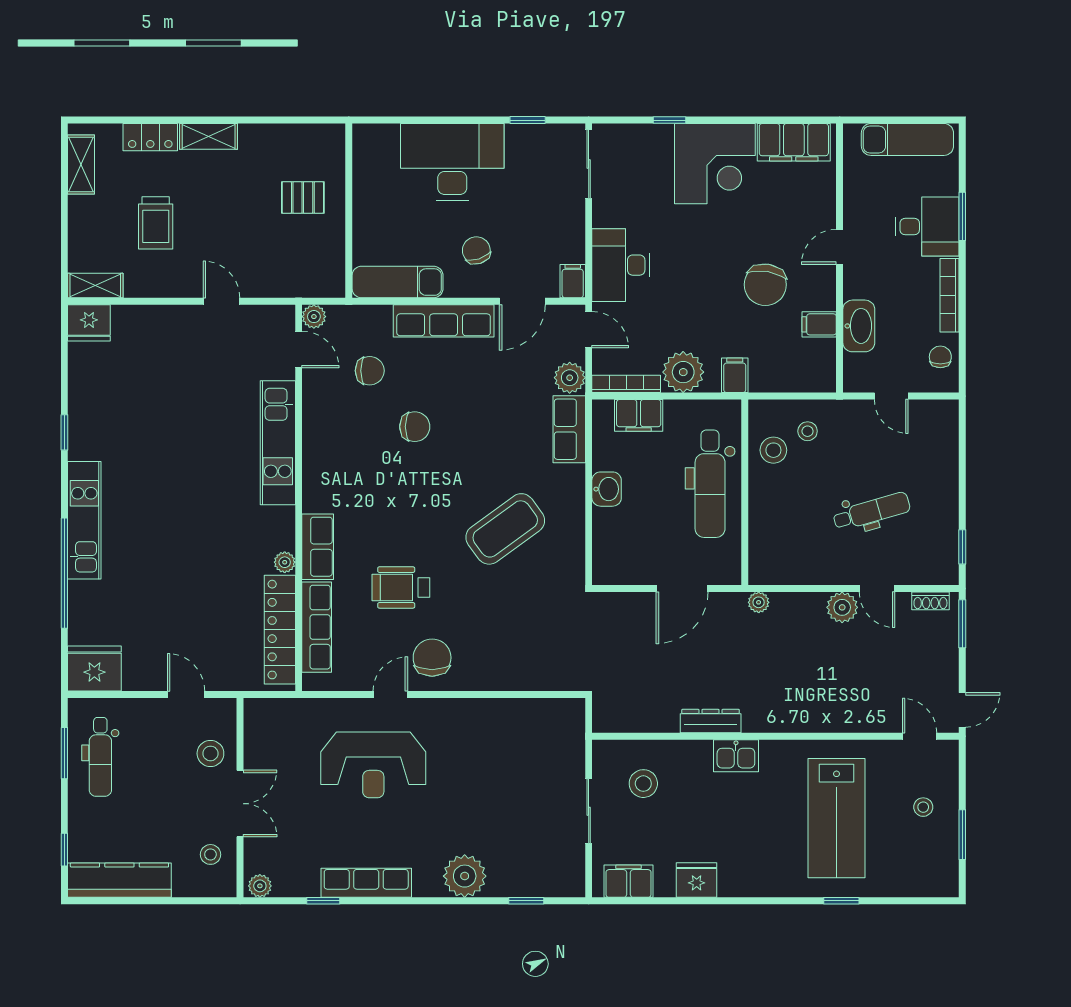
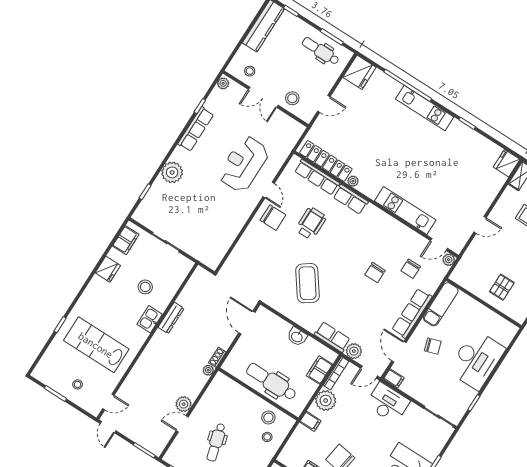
door: (682, 588) -> (247, 323), moved
shoe rack: (930, 601) -> (217, 357), moved
stool: (643, 784) -> (145, 287), moved

